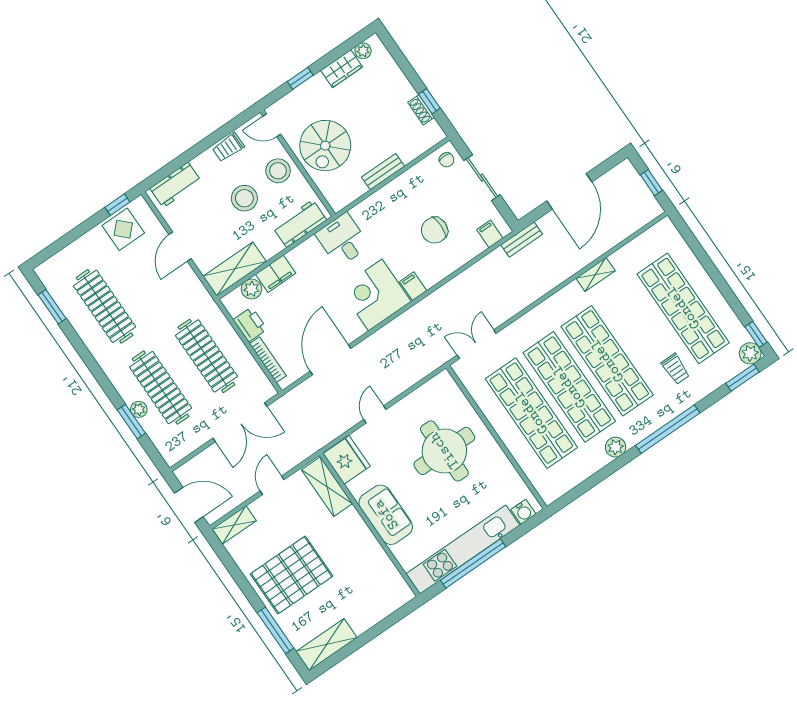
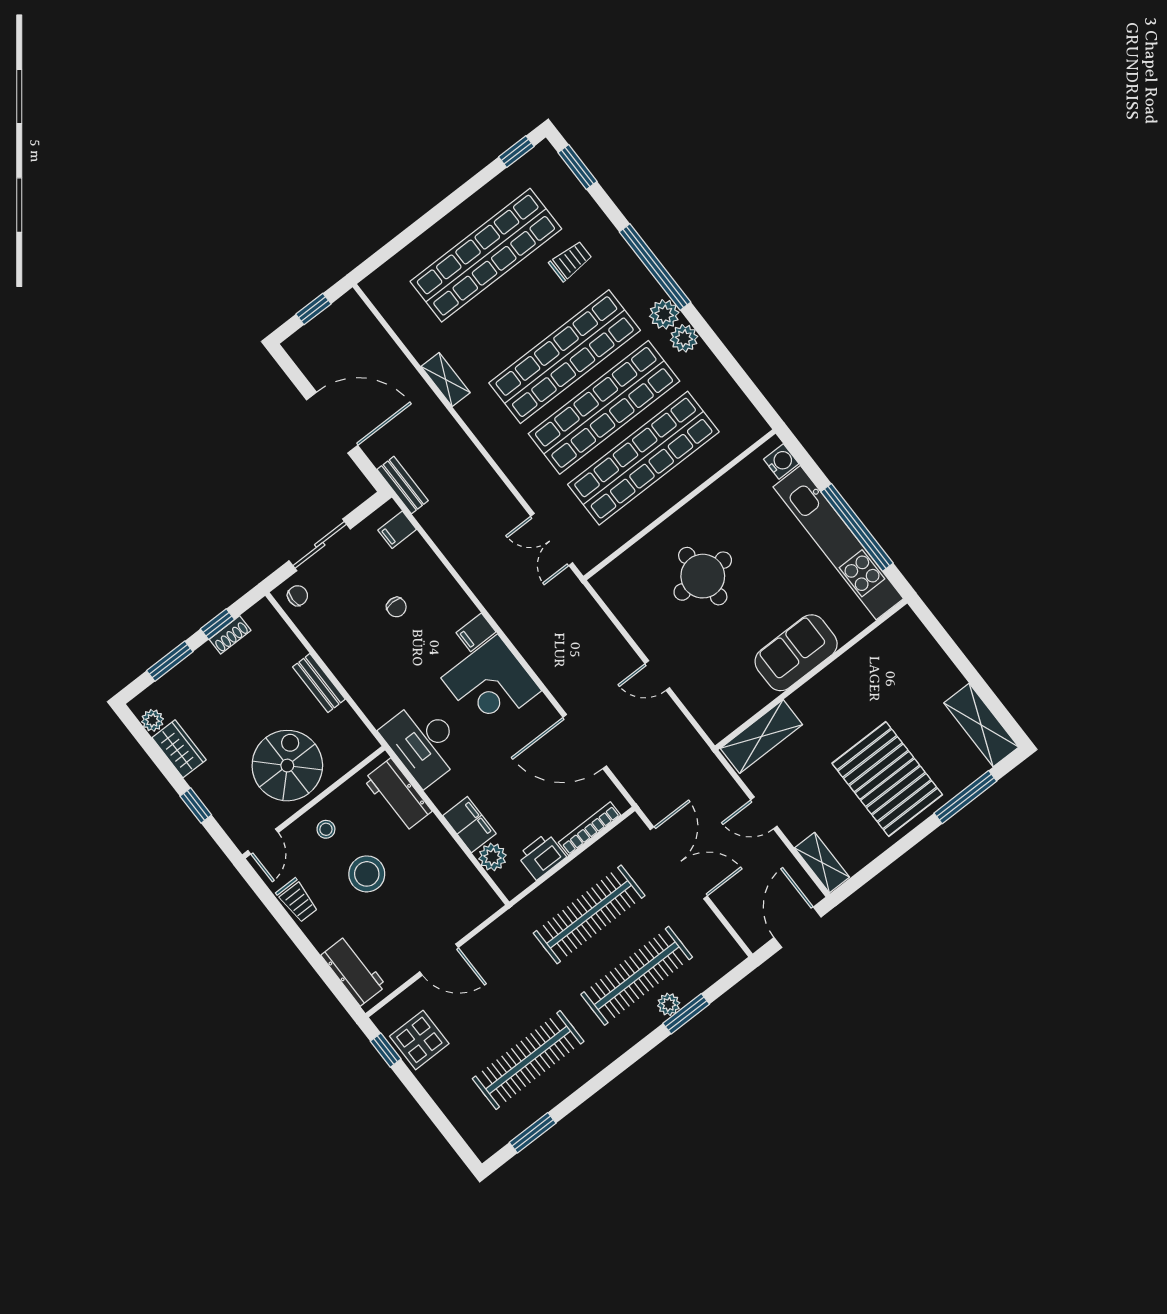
window: (405, 66) -> (170, 661), added
spiral stairs: (325, 146) -> (287, 766), turned -90
stool: (278, 171) -> (326, 829), width x0.53, depth x0.53
chair: (434, 230) -> (396, 607), width x0.54, depth x0.54
desk: (342, 240) -> (423, 742), width x1.37
shelving: (235, 269) -> (466, 882), removed
plant: (750, 353) -> (664, 314), moved
round table: (444, 451) -> (703, 576), width x0.73, depth x0.73
fridge: (347, 460) -> (723, 711), removed

